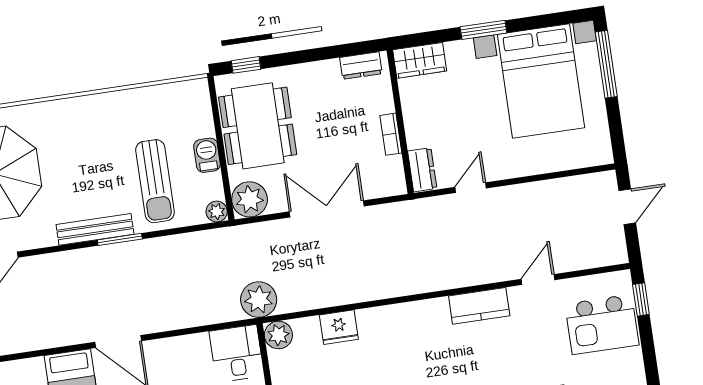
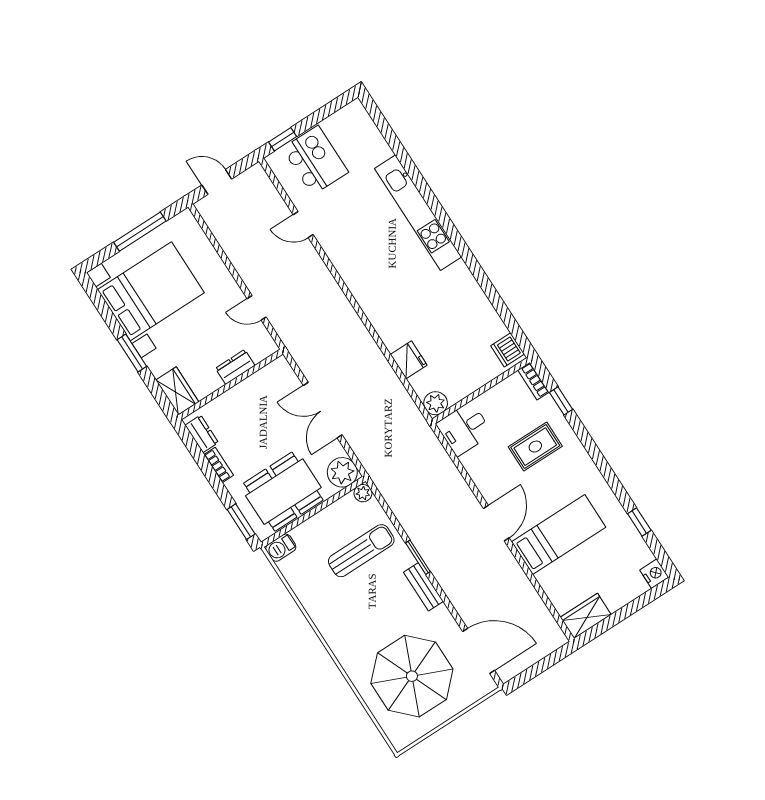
window: (606, 64) -> (140, 232), moved
window: (246, 65) -> (241, 522), width x1.50
bookcase: (391, 134) -> (219, 465), moved, turned -90
barbecue: (207, 155) -> (281, 548), moved
dresser: (422, 170) -> (235, 367), moved
bench: (95, 229) -> (423, 587), width x0.73
plant: (259, 300) -> (416, 431), removed
kitchen counter: (479, 306) -> (344, 260), removed

